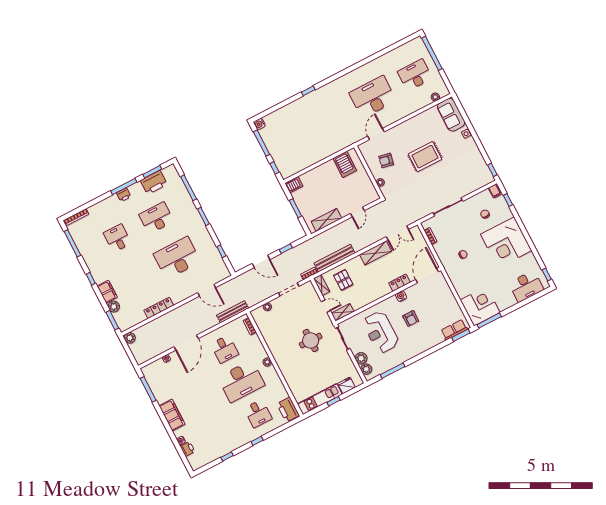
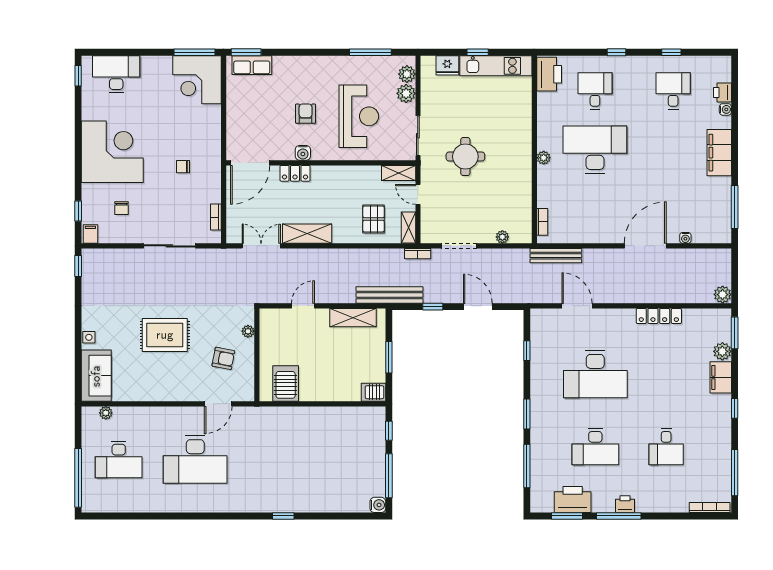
bench: (335, 258) -> (389, 295), moved
desk: (225, 349) -> (673, 91), moved

